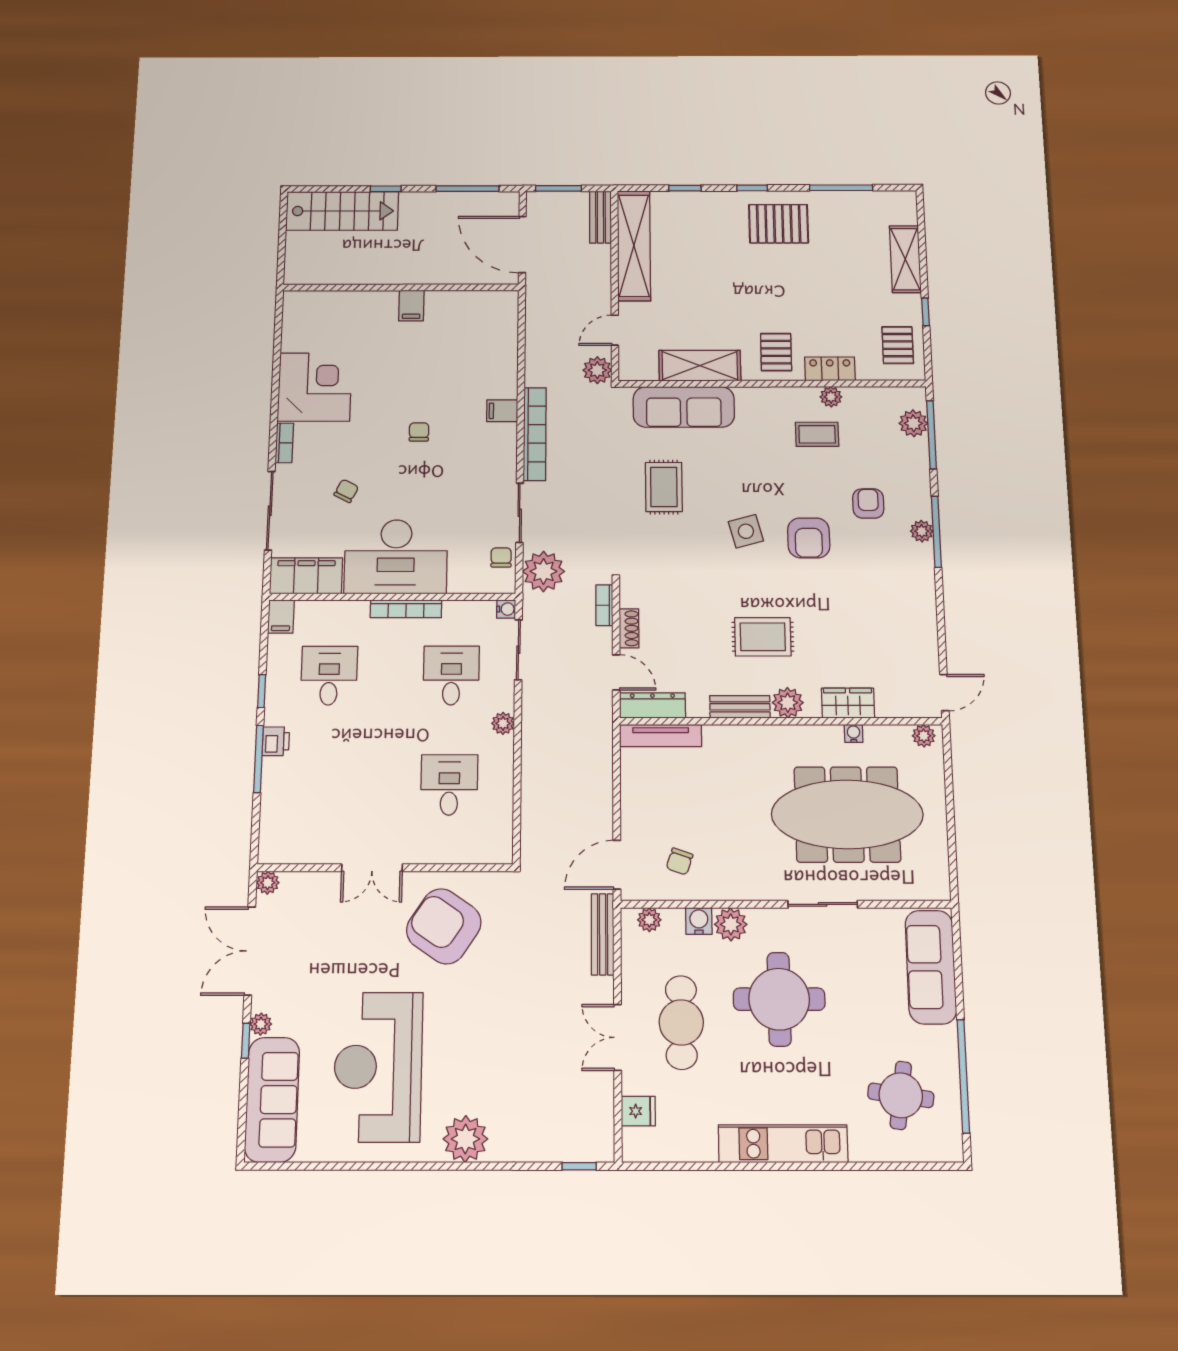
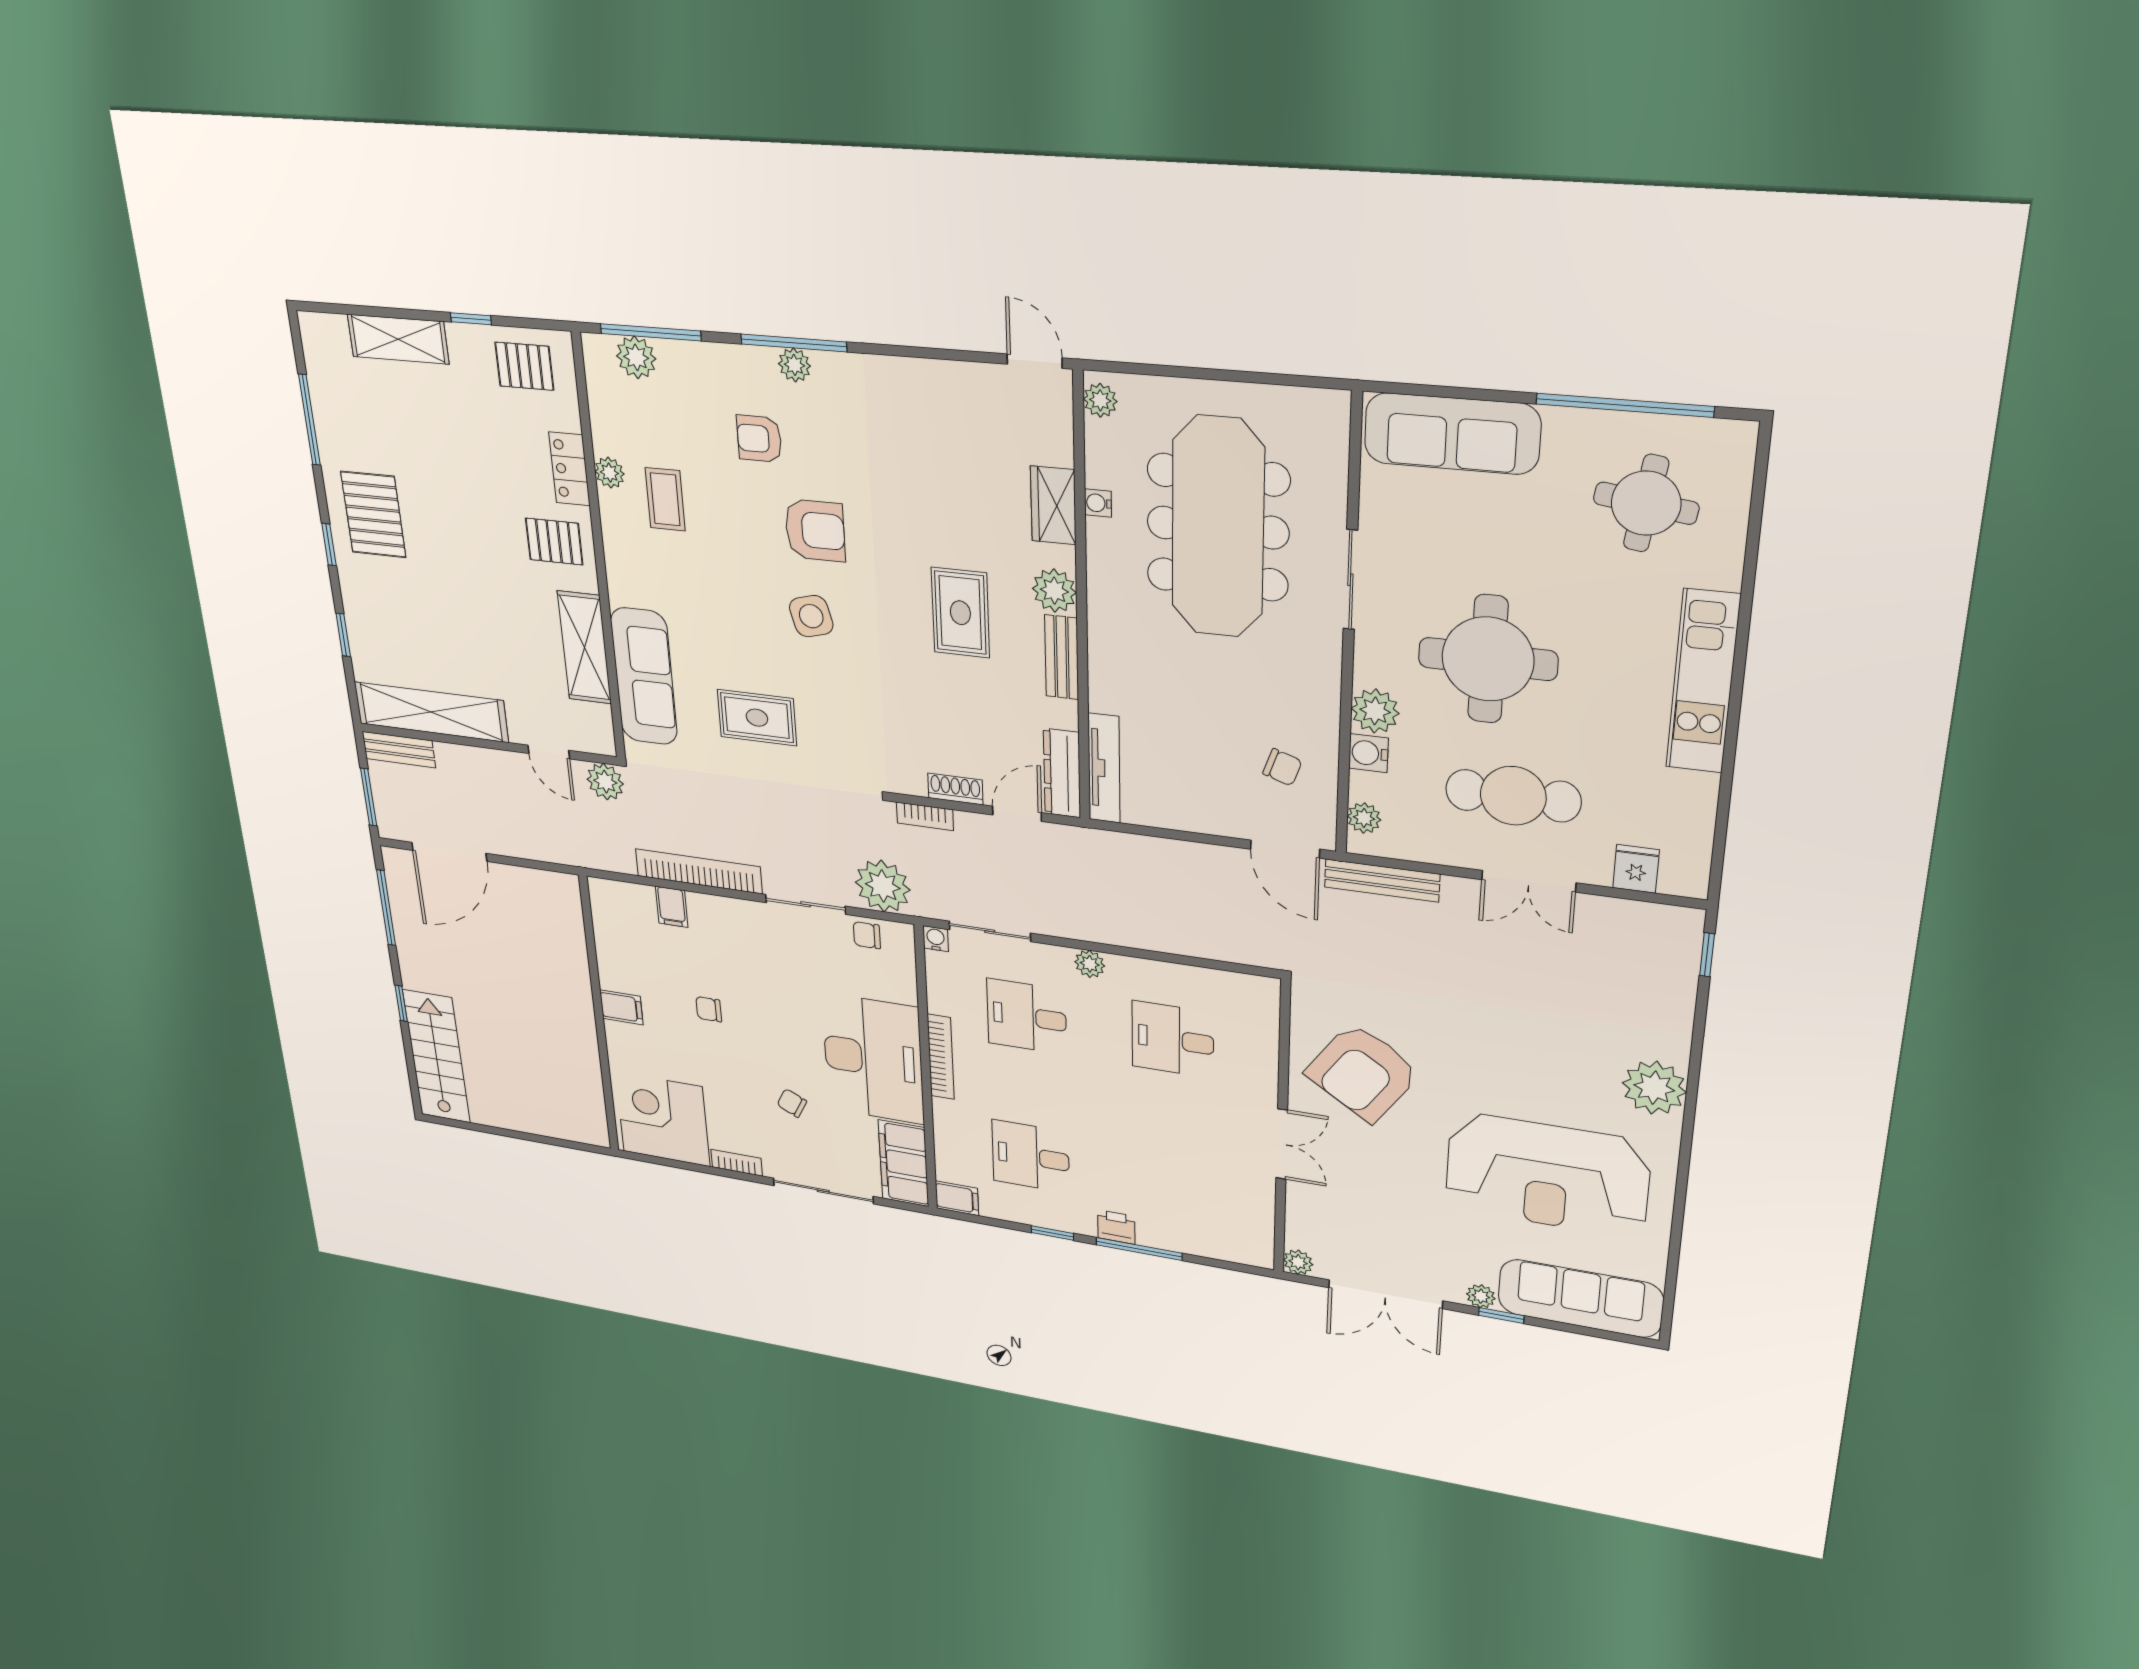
wall: (401, 288) -> (599, 1016), moved
filing cabinet: (411, 306) -> (621, 1007), moved

